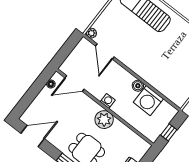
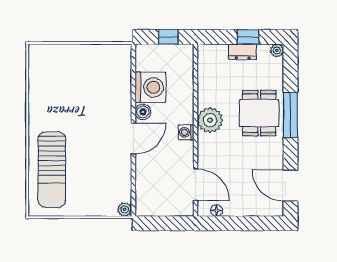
door: (105, 51) -> (133, 138), moved

